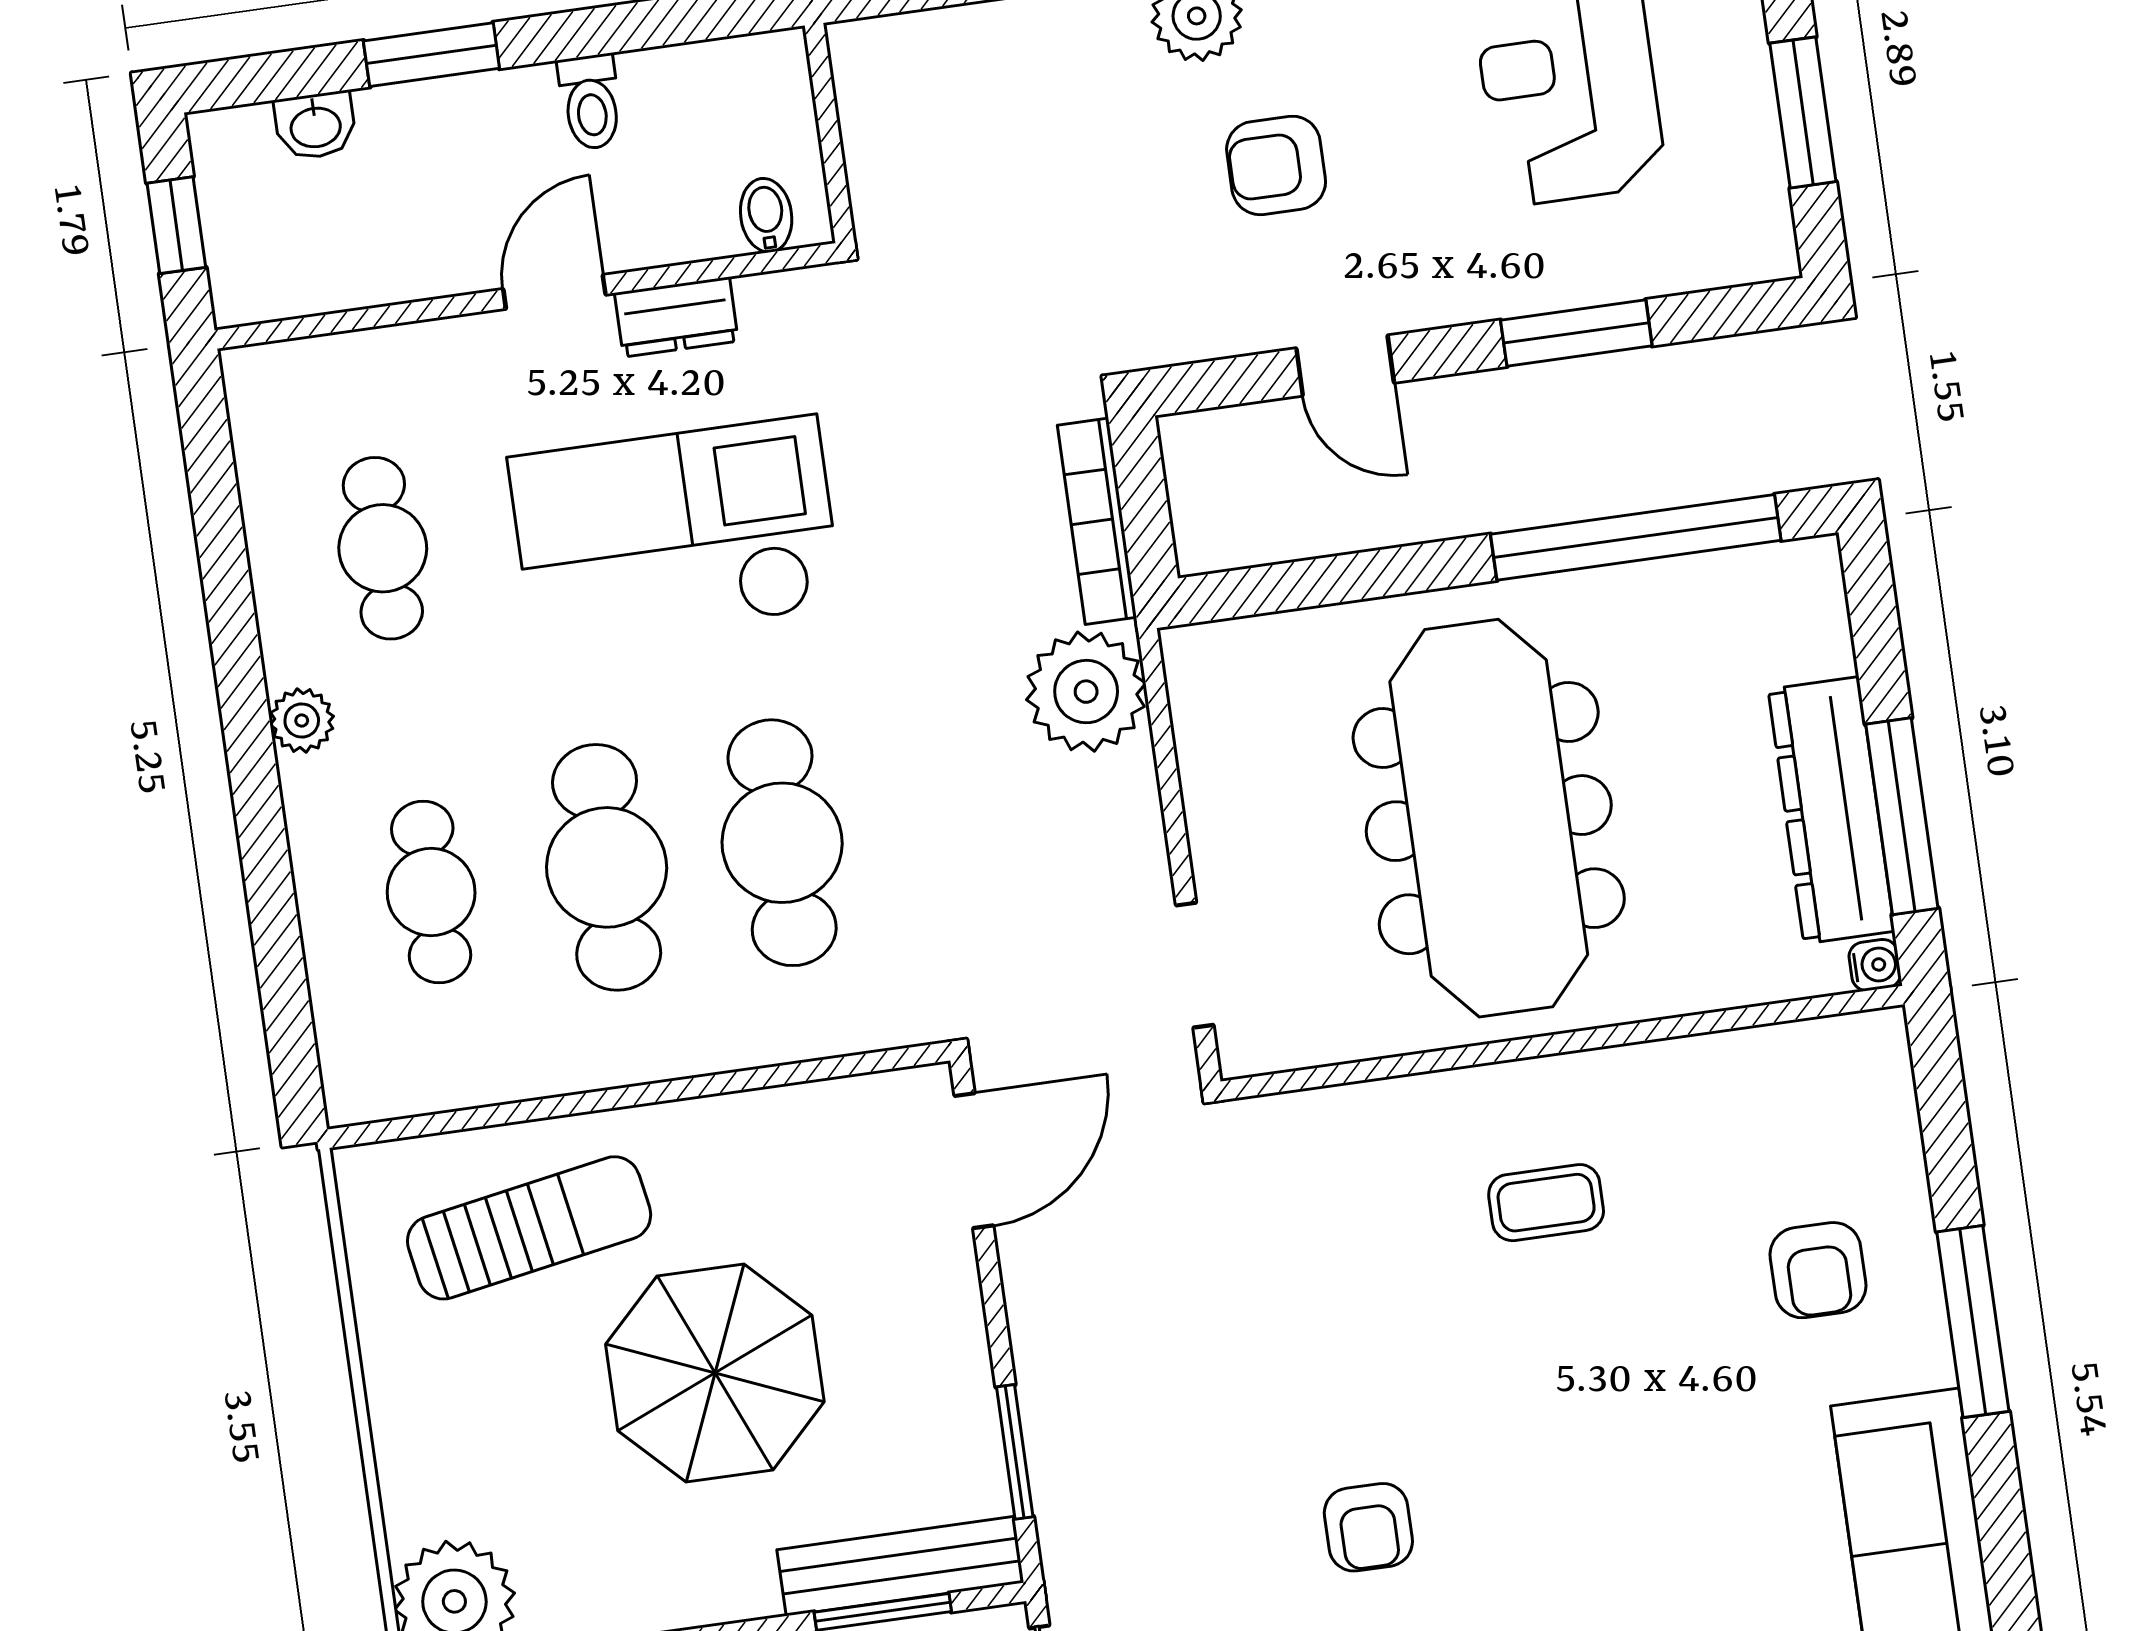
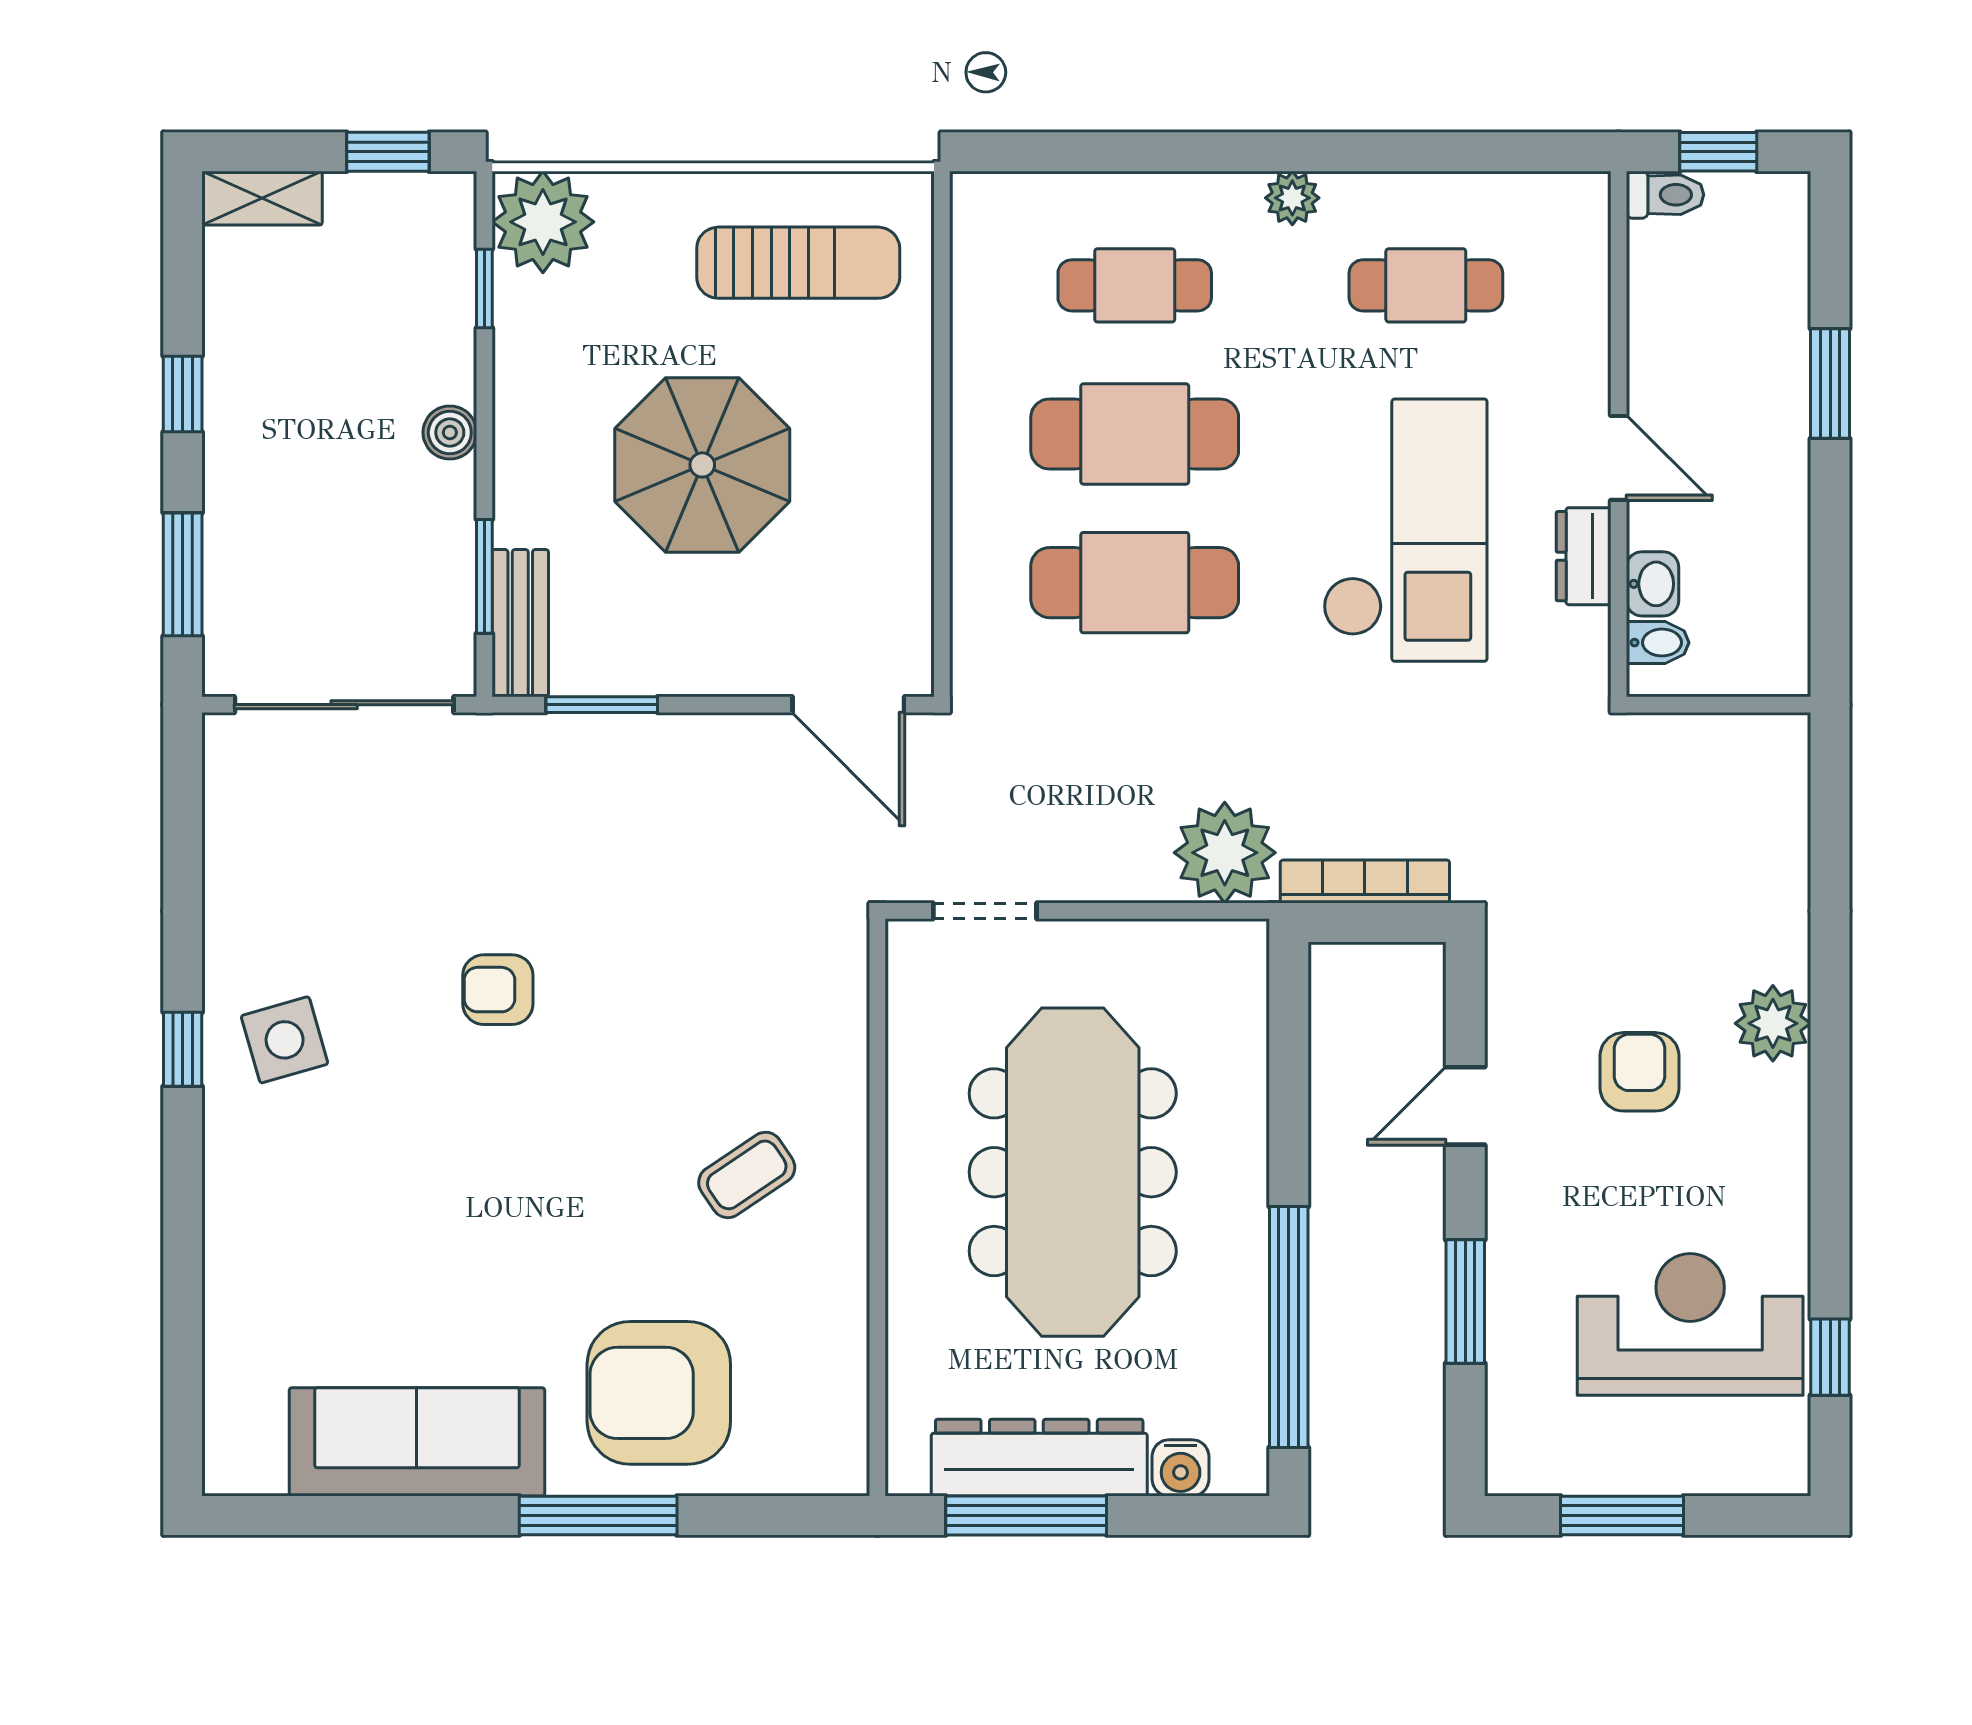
toilet: (591, 102) -> (1665, 195), moved, turned 180
washbasin: (315, 126) -> (1652, 584), moved, turned 180
meeting table: (1489, 818) -> (1073, 1172), turned 90
water cooler: (1875, 965) -> (1181, 1468), moved, width x1.38, depth x1.38
coffee table: (1546, 1203) -> (747, 1175), turned 56
sun lounger: (529, 1228) -> (798, 263), moved, turned -80
armchair: (1818, 1270) -> (659, 1393), width x1.88, depth x1.88
bench: (900, 1566) -> (520, 623), width x0.73

